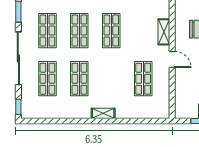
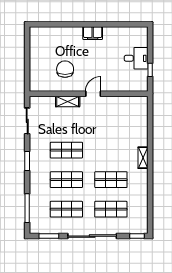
shop shelf: (143, 79) -> (111, 121), removed

